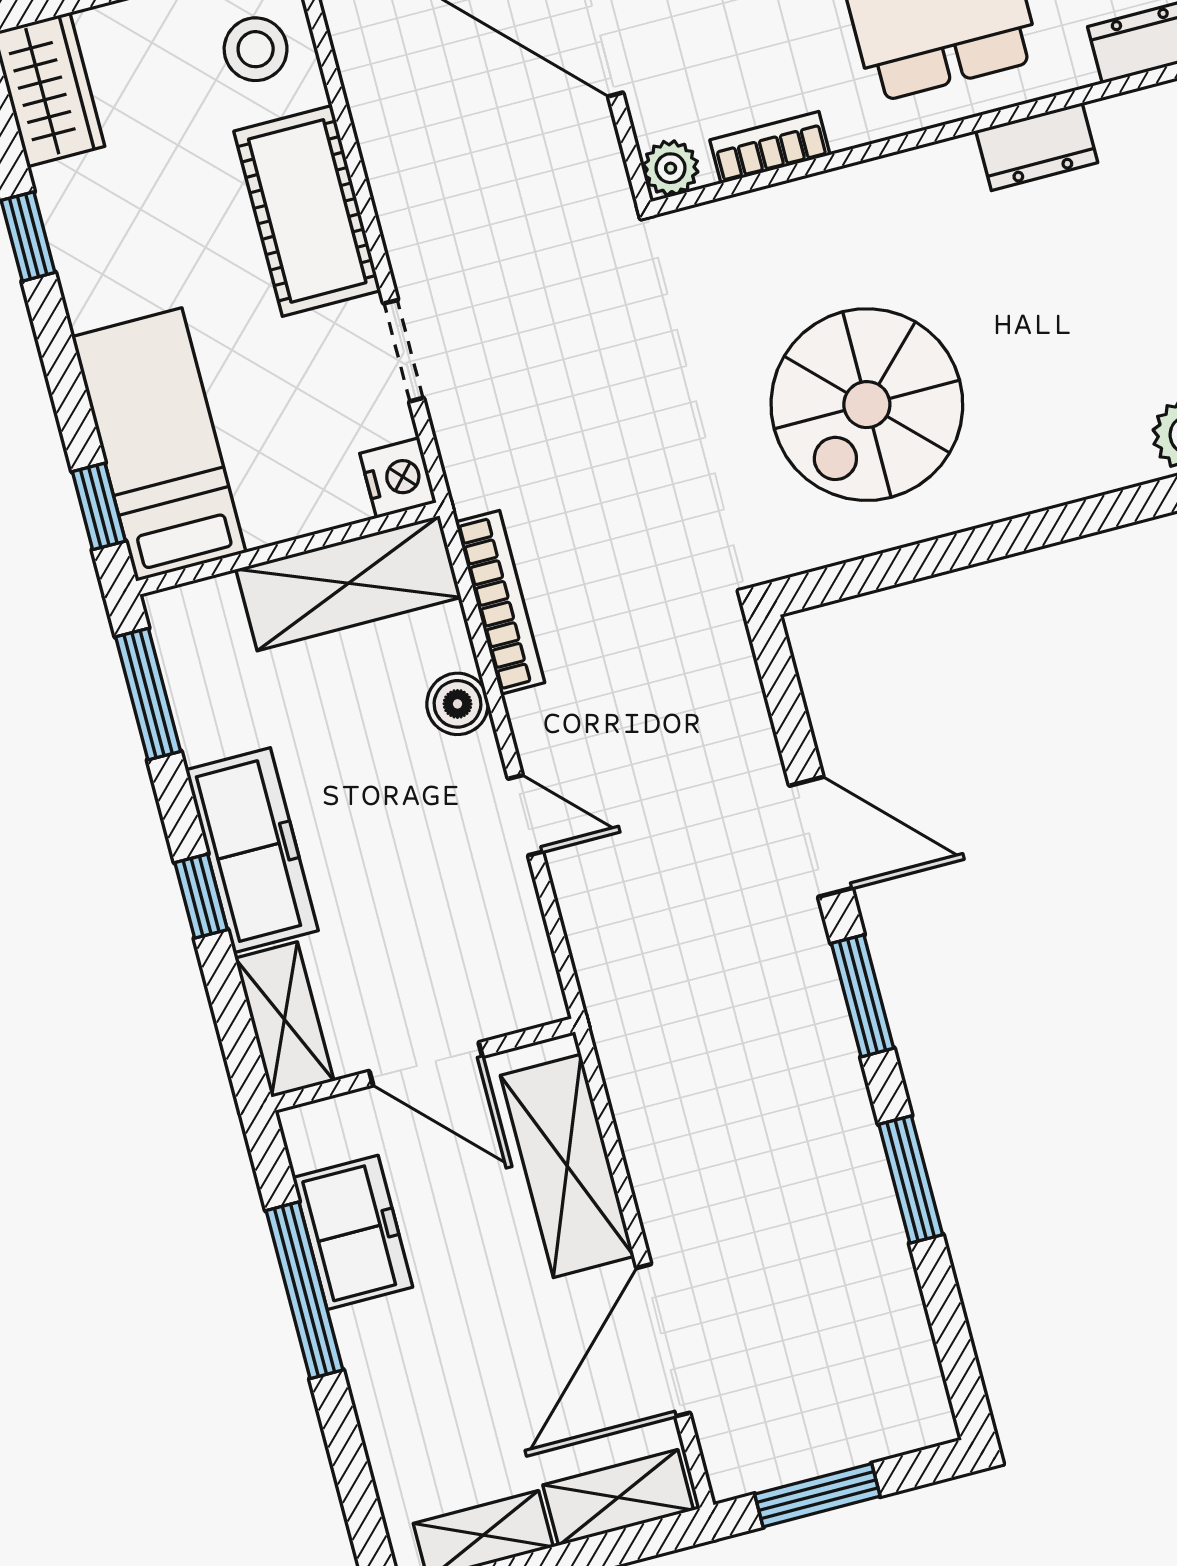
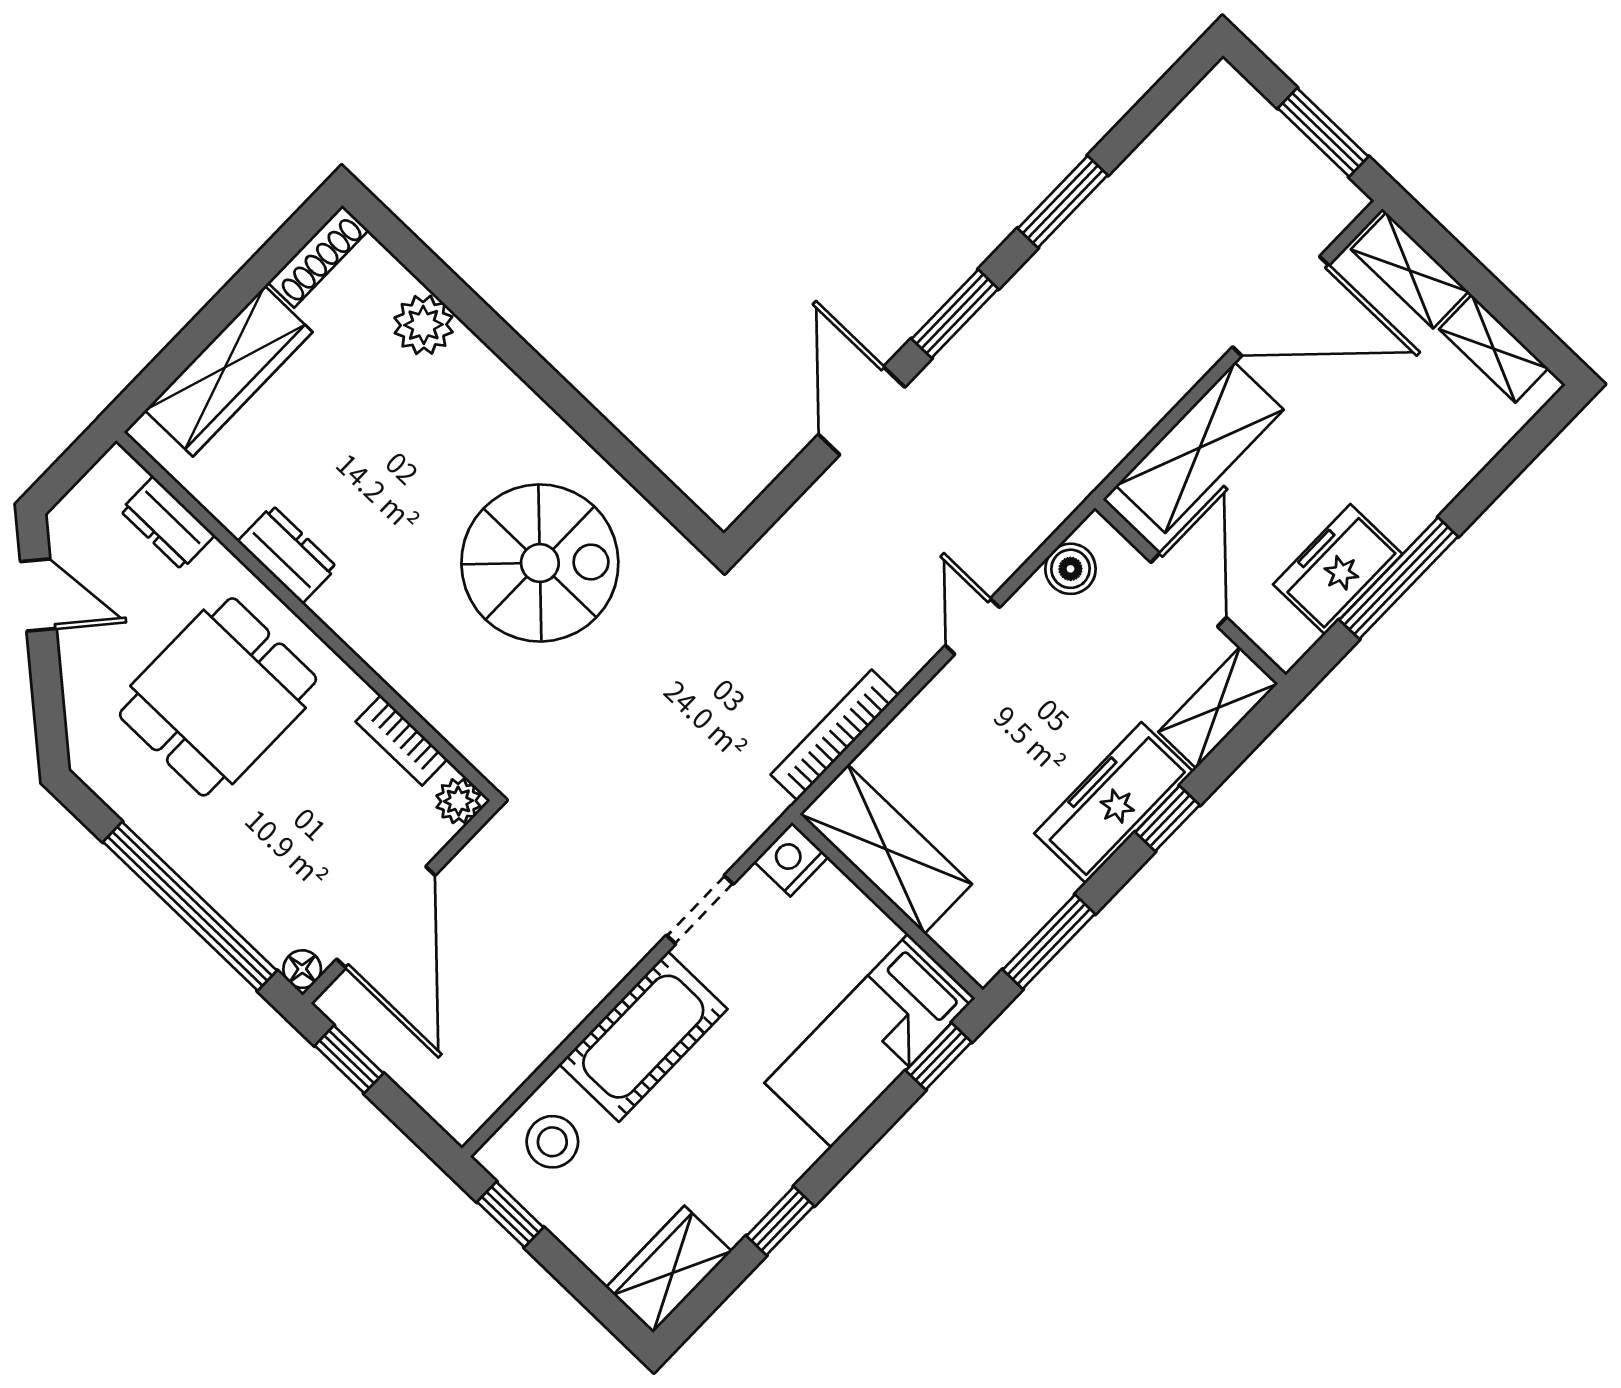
boiler: (458, 704) -> (1070, 569), moved

